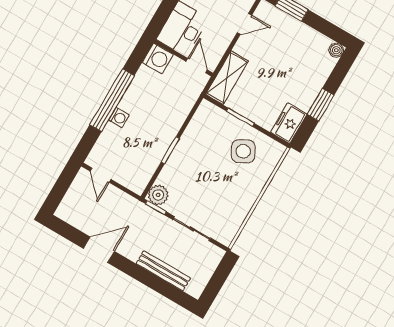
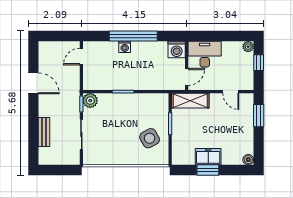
freezer: (289, 123) -> (208, 157), moved
bench: (163, 271) -> (44, 132), width x0.73

